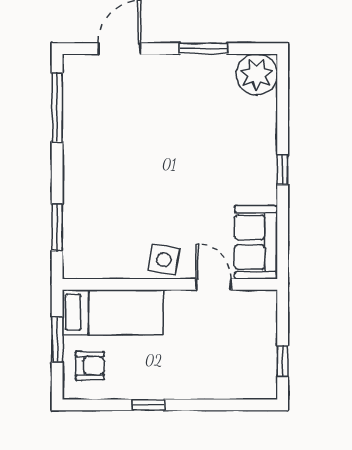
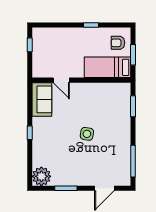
side table: (164, 260) -> (87, 134), moved

